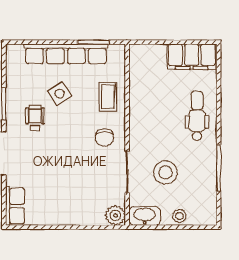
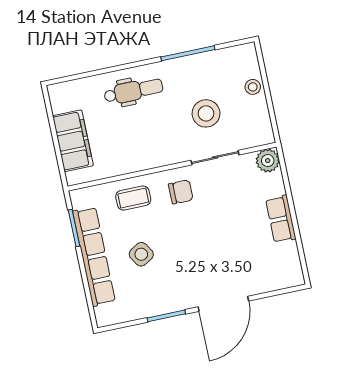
filing cabinet: (192, 57) -> (73, 141), moved
dental chair: (197, 116) -> (133, 91), turned 180
wheelchair: (35, 118) -> (175, 277), removed
row of seats: (15, 206) -> (281, 219), moved, turned -90
washbasin: (145, 216) -> (261, 127), removed

